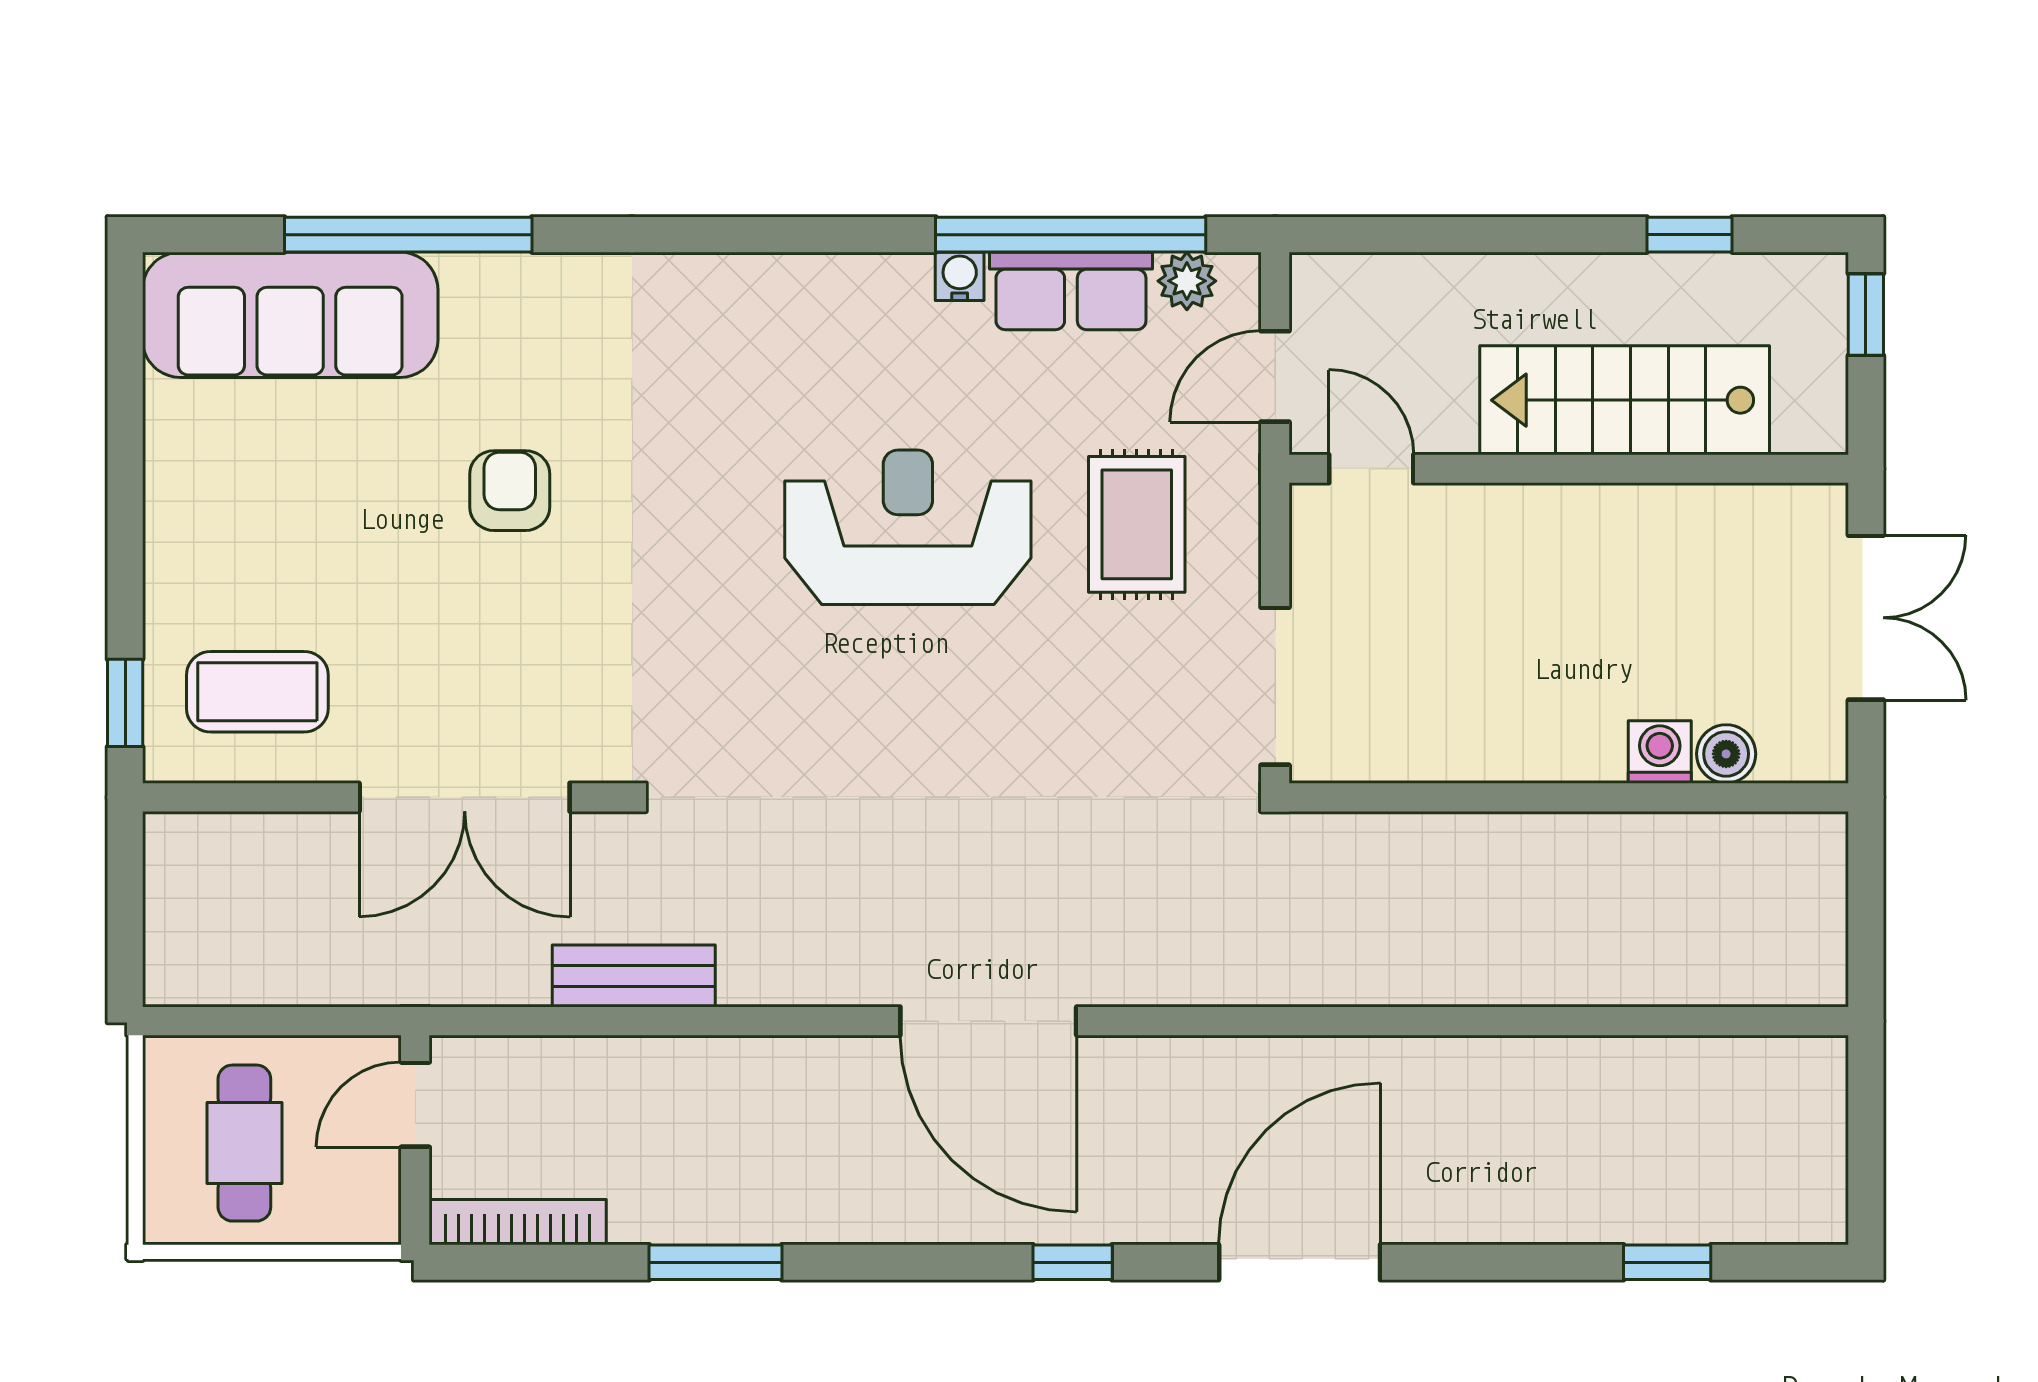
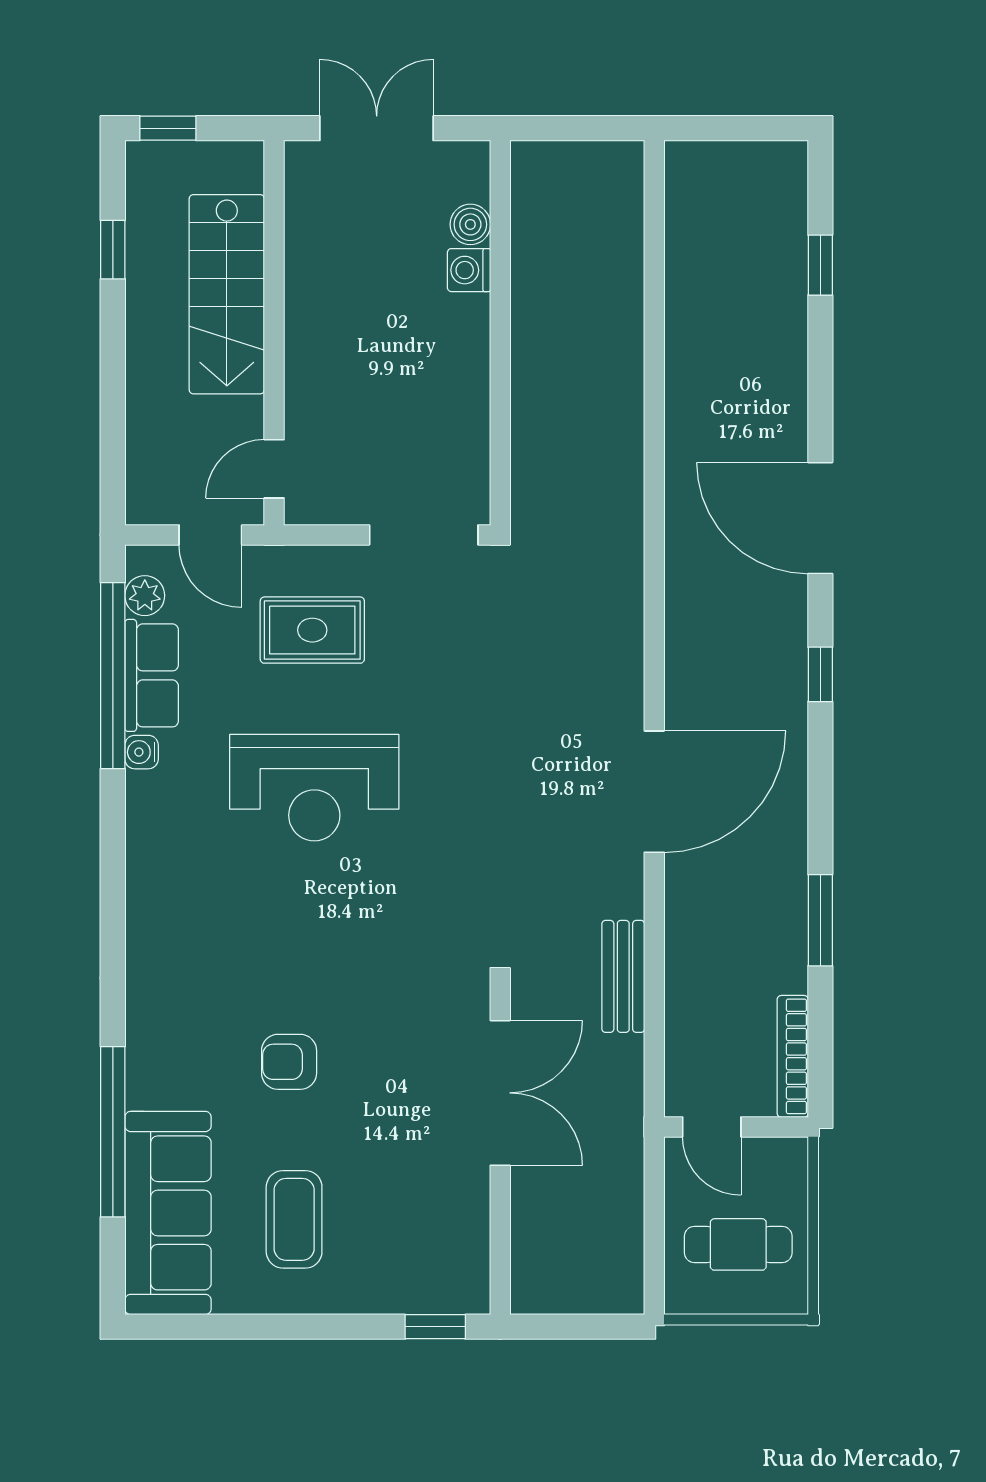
reception desk: (908, 527) -> (314, 788), turned -90
coffee table: (257, 692) -> (294, 1219), moved
door: (988, 1021) -> (654, 792), moved

